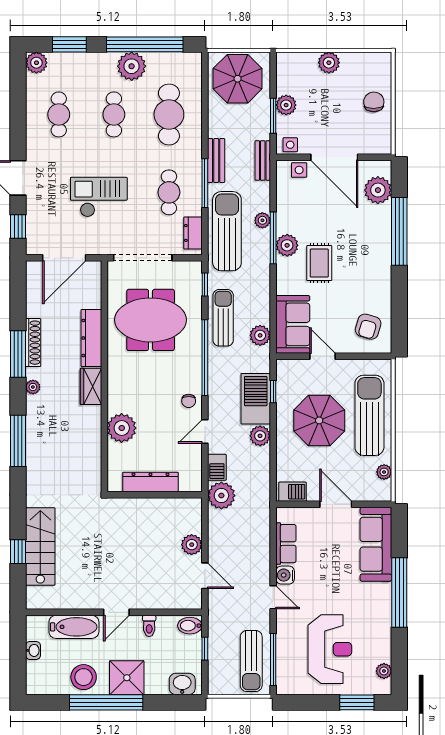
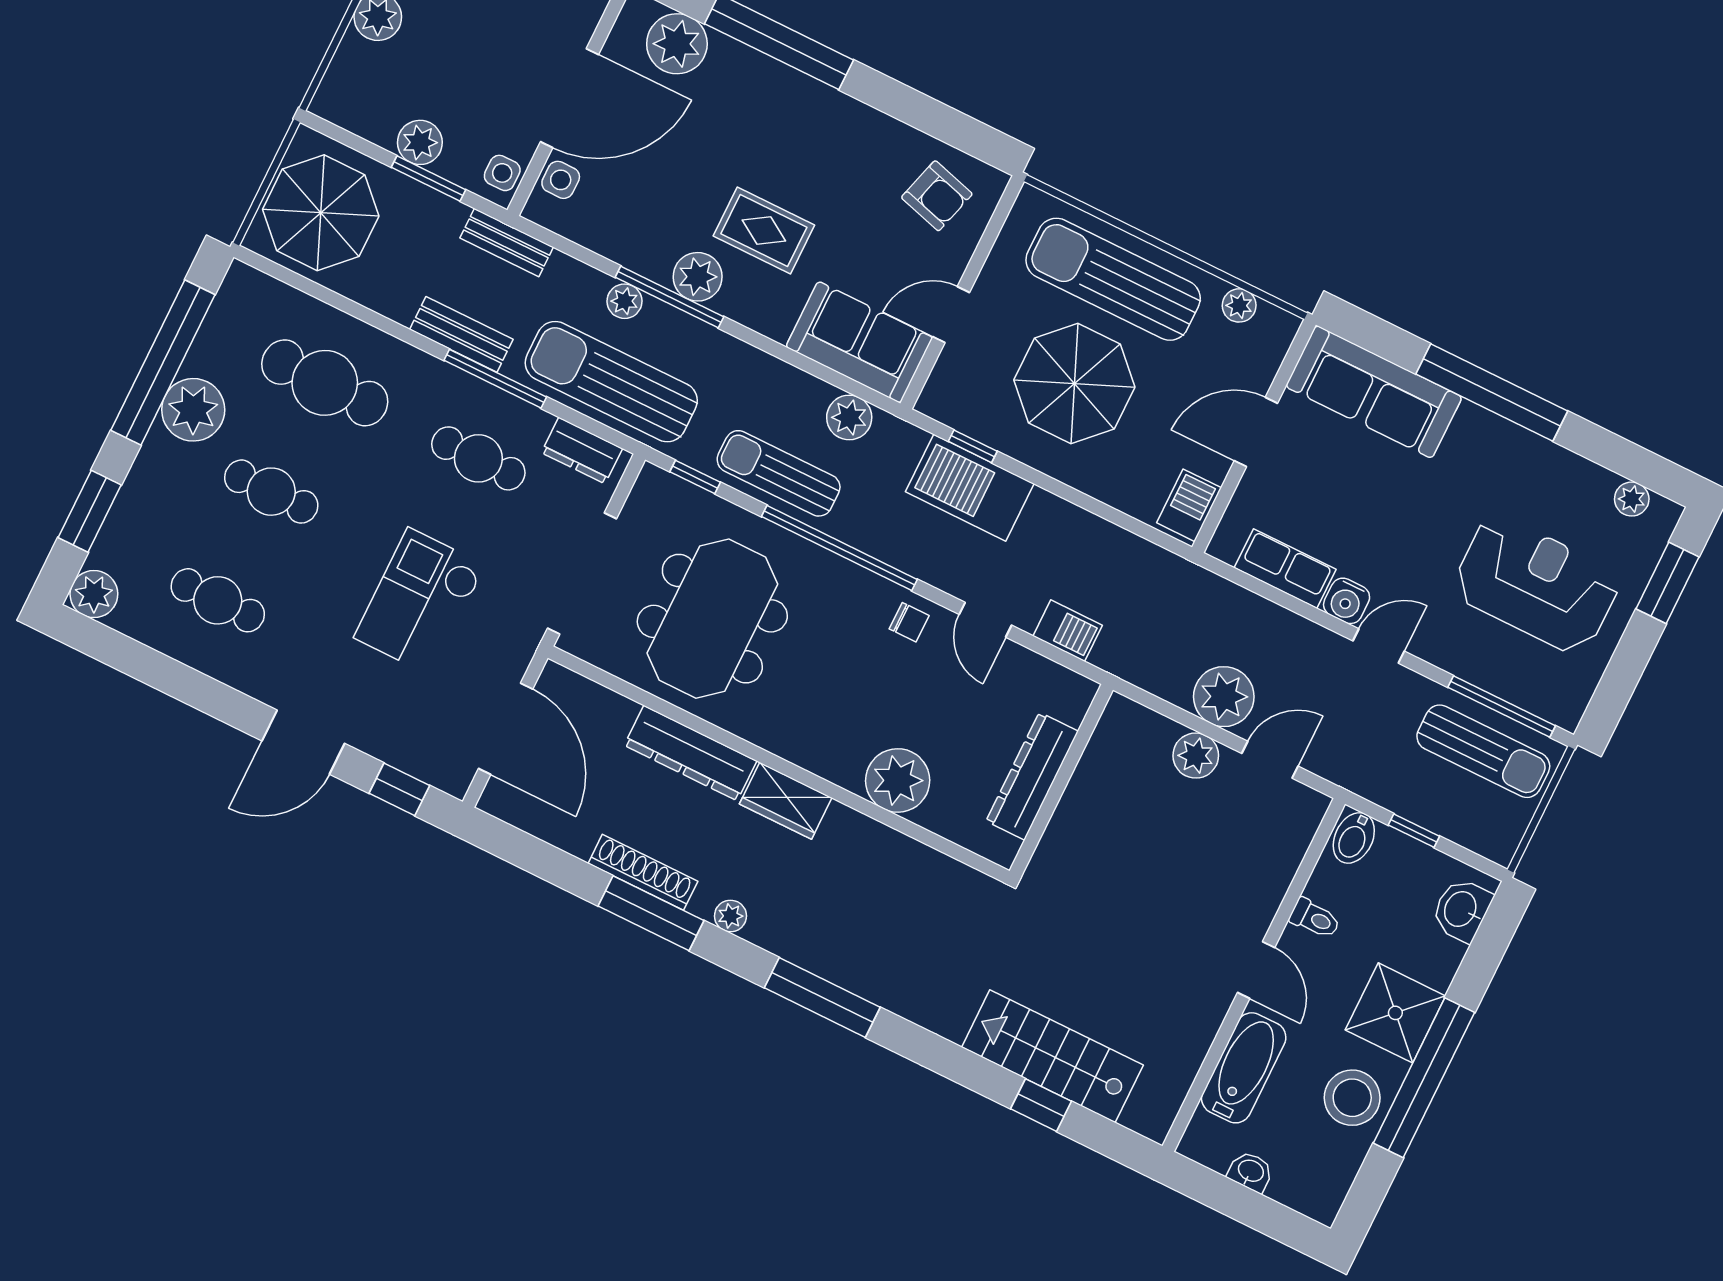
plant: (260, 436) -> (1047, 515), removed
plant: (221, 496) -> (1224, 697), moved

